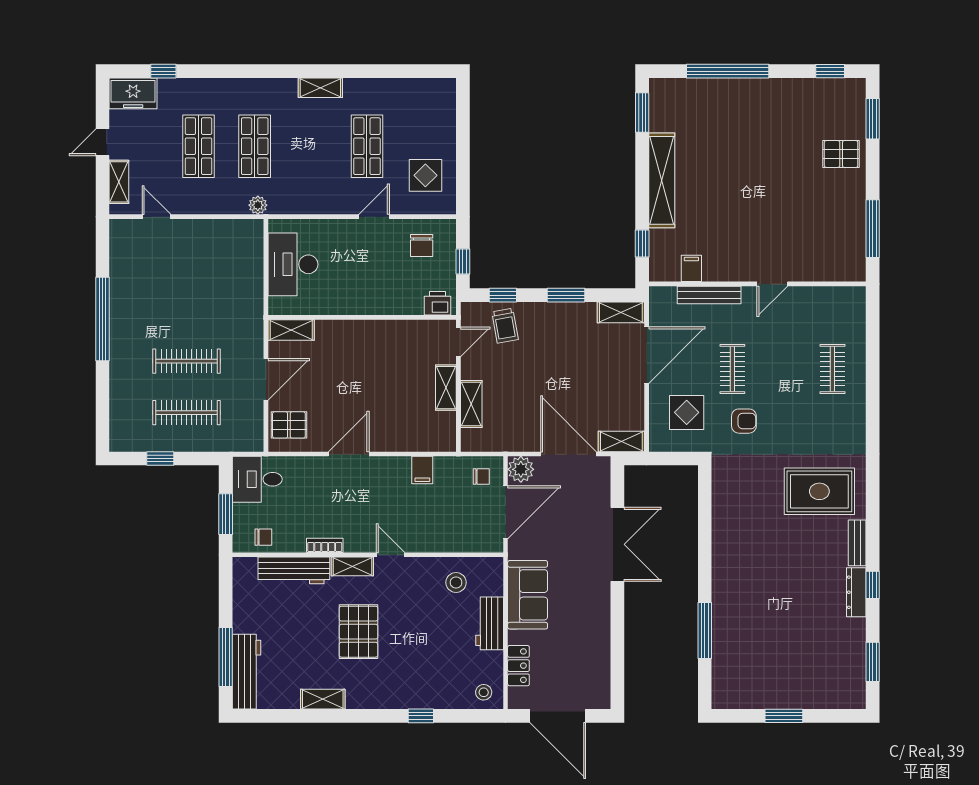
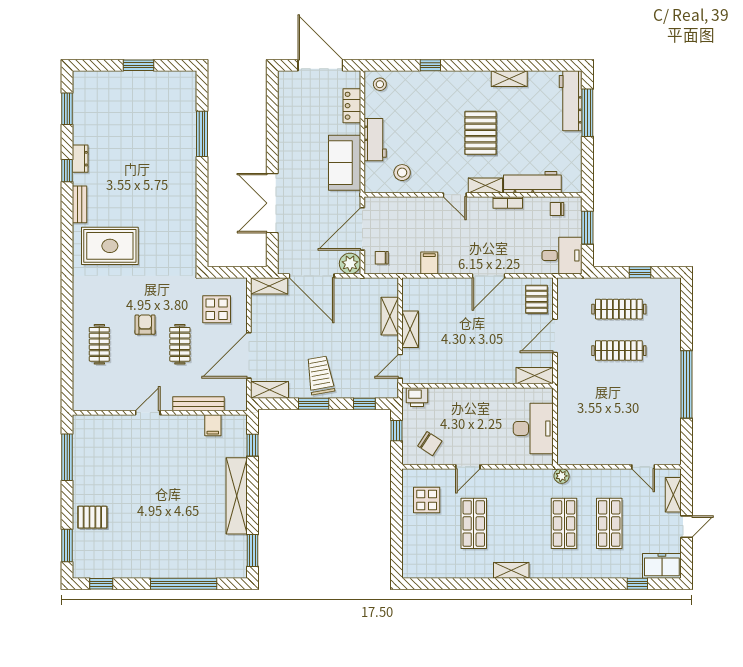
chair: (422, 246) -> (430, 444), turned 123
trolley: (505, 326) -> (320, 375), moved, width x1.36, depth x1.39
armchair: (744, 421) -> (145, 325), moved, turned 90
pallet: (289, 425) -> (536, 299), turned 90
dresser: (856, 592) -> (80, 159), width x0.70

